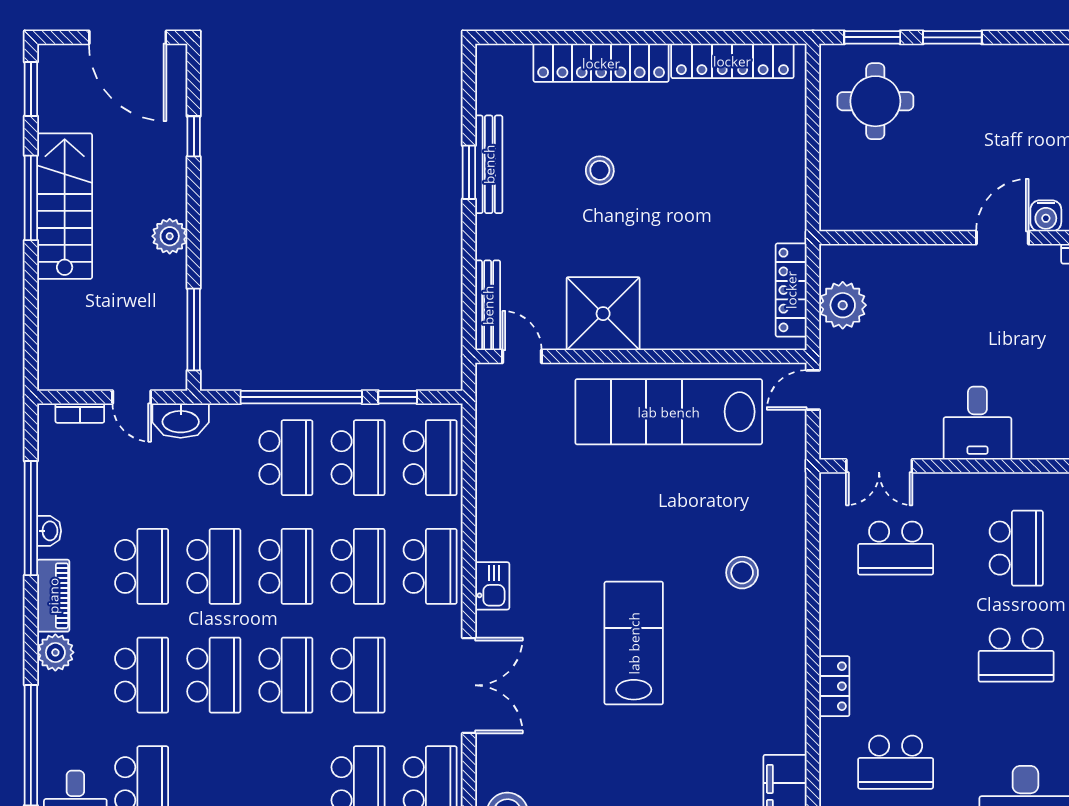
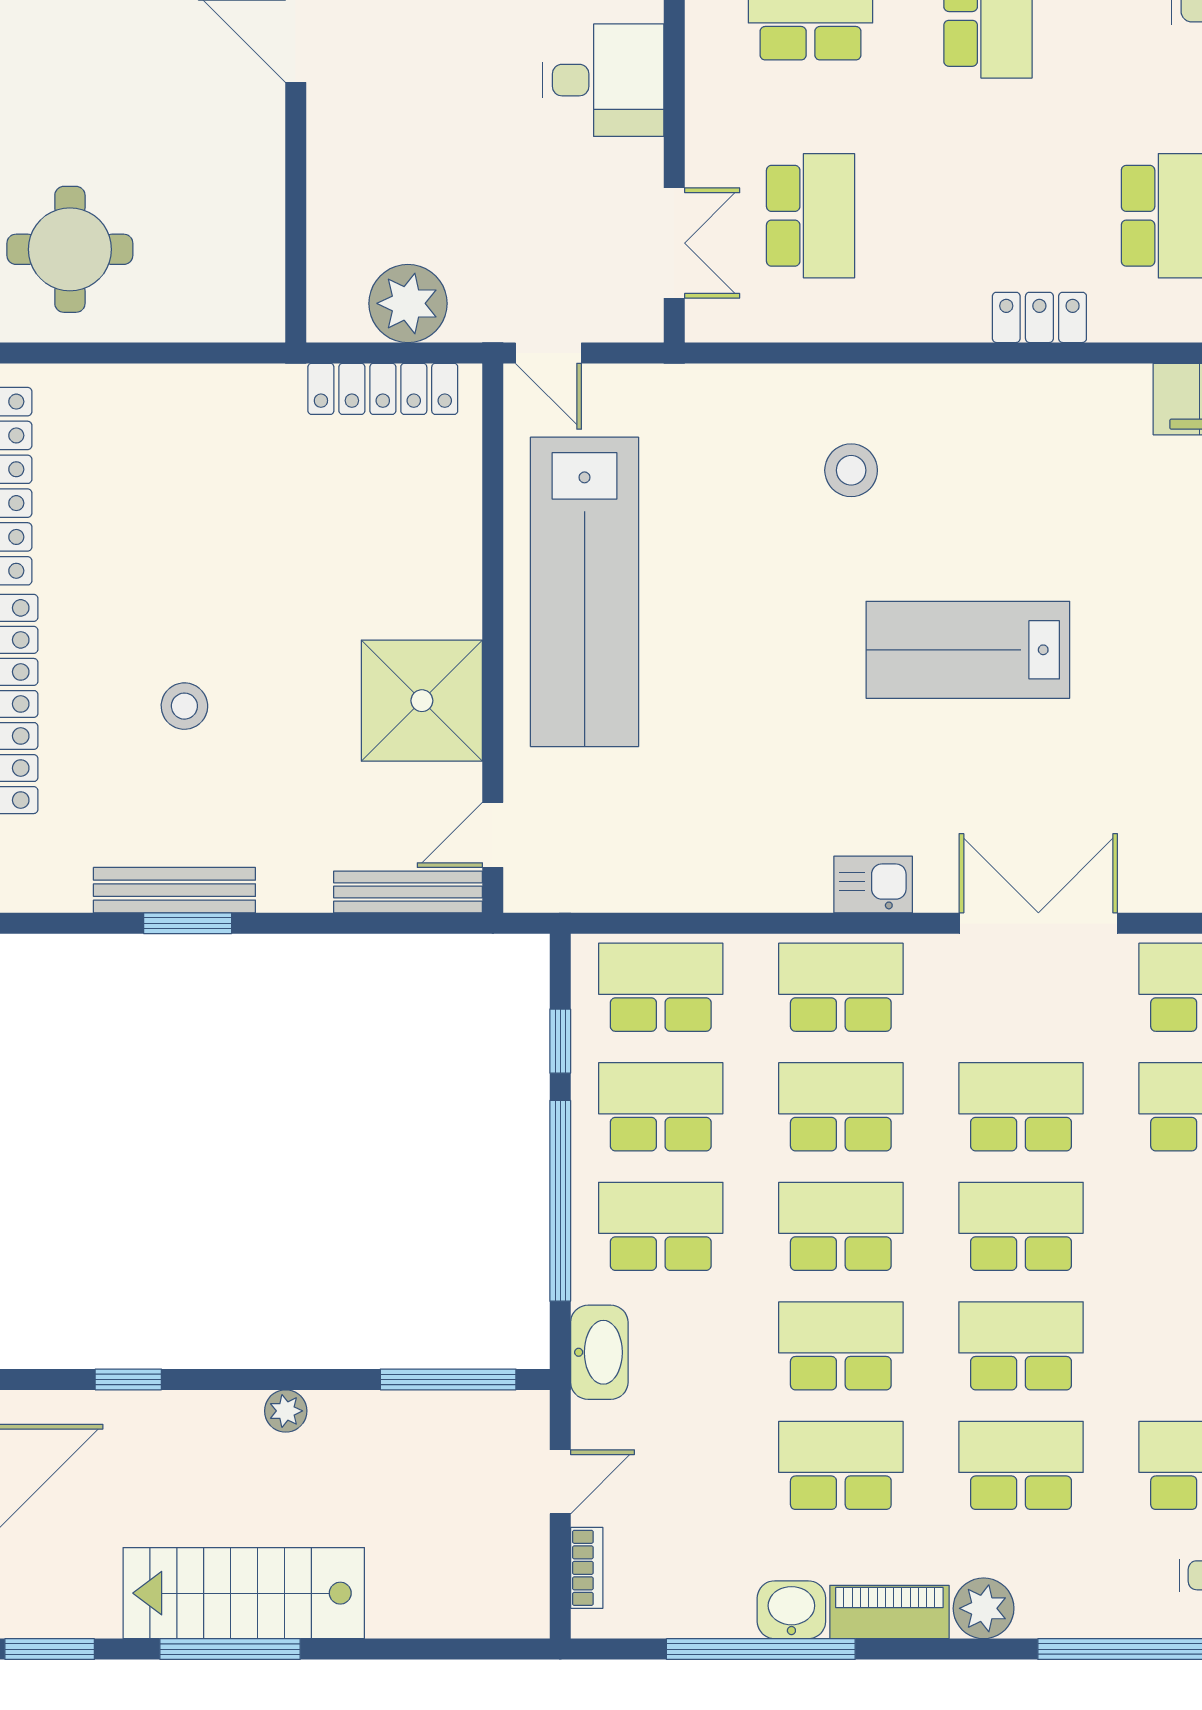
plant: (170, 236) -> (286, 1411), width x0.73, depth x0.73
washbasin: (181, 421) -> (599, 1352), moved
washbasin: (49, 531) -> (791, 1610), width x1.38, depth x1.45

